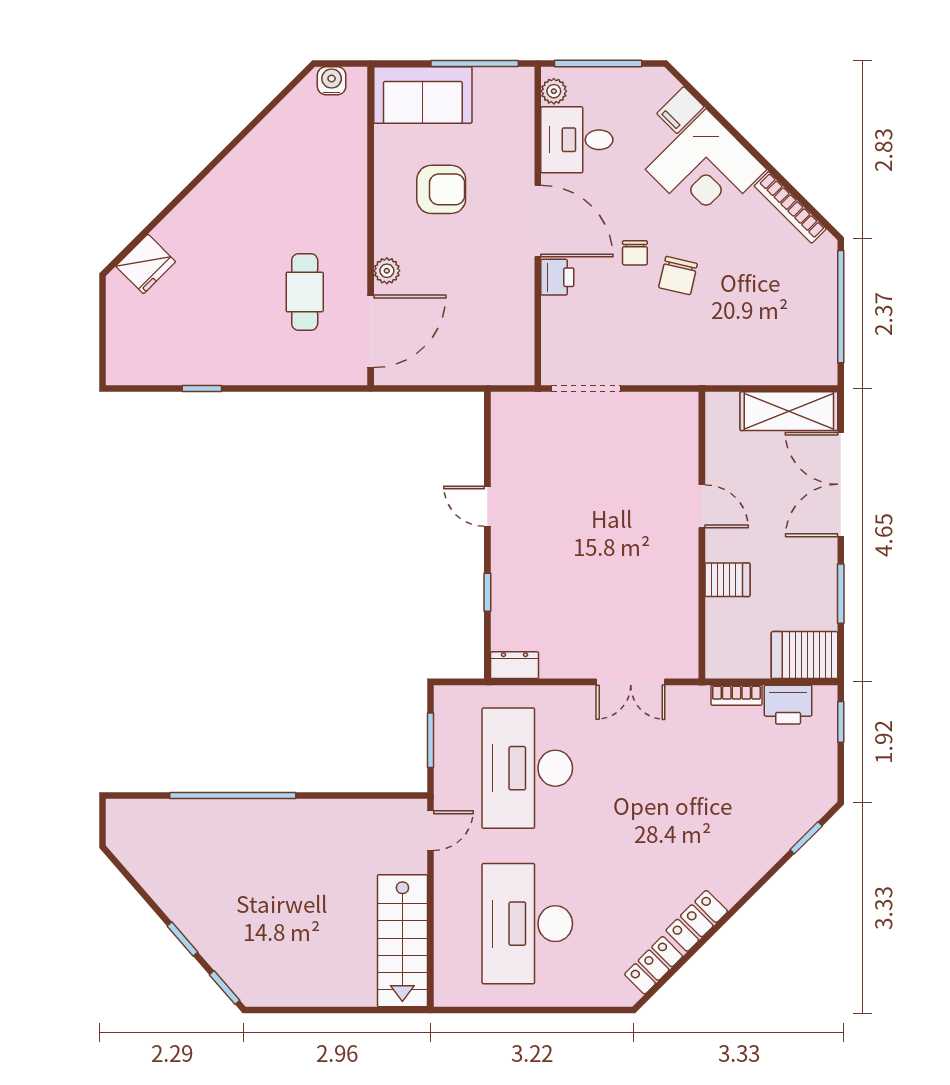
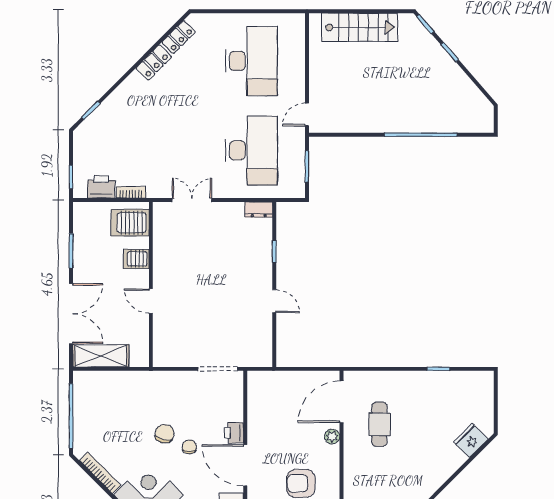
server rack: (804, 655) -> (130, 223), moved, turned 180
stairs: (402, 941) -> (360, 27), moved, turned 90

